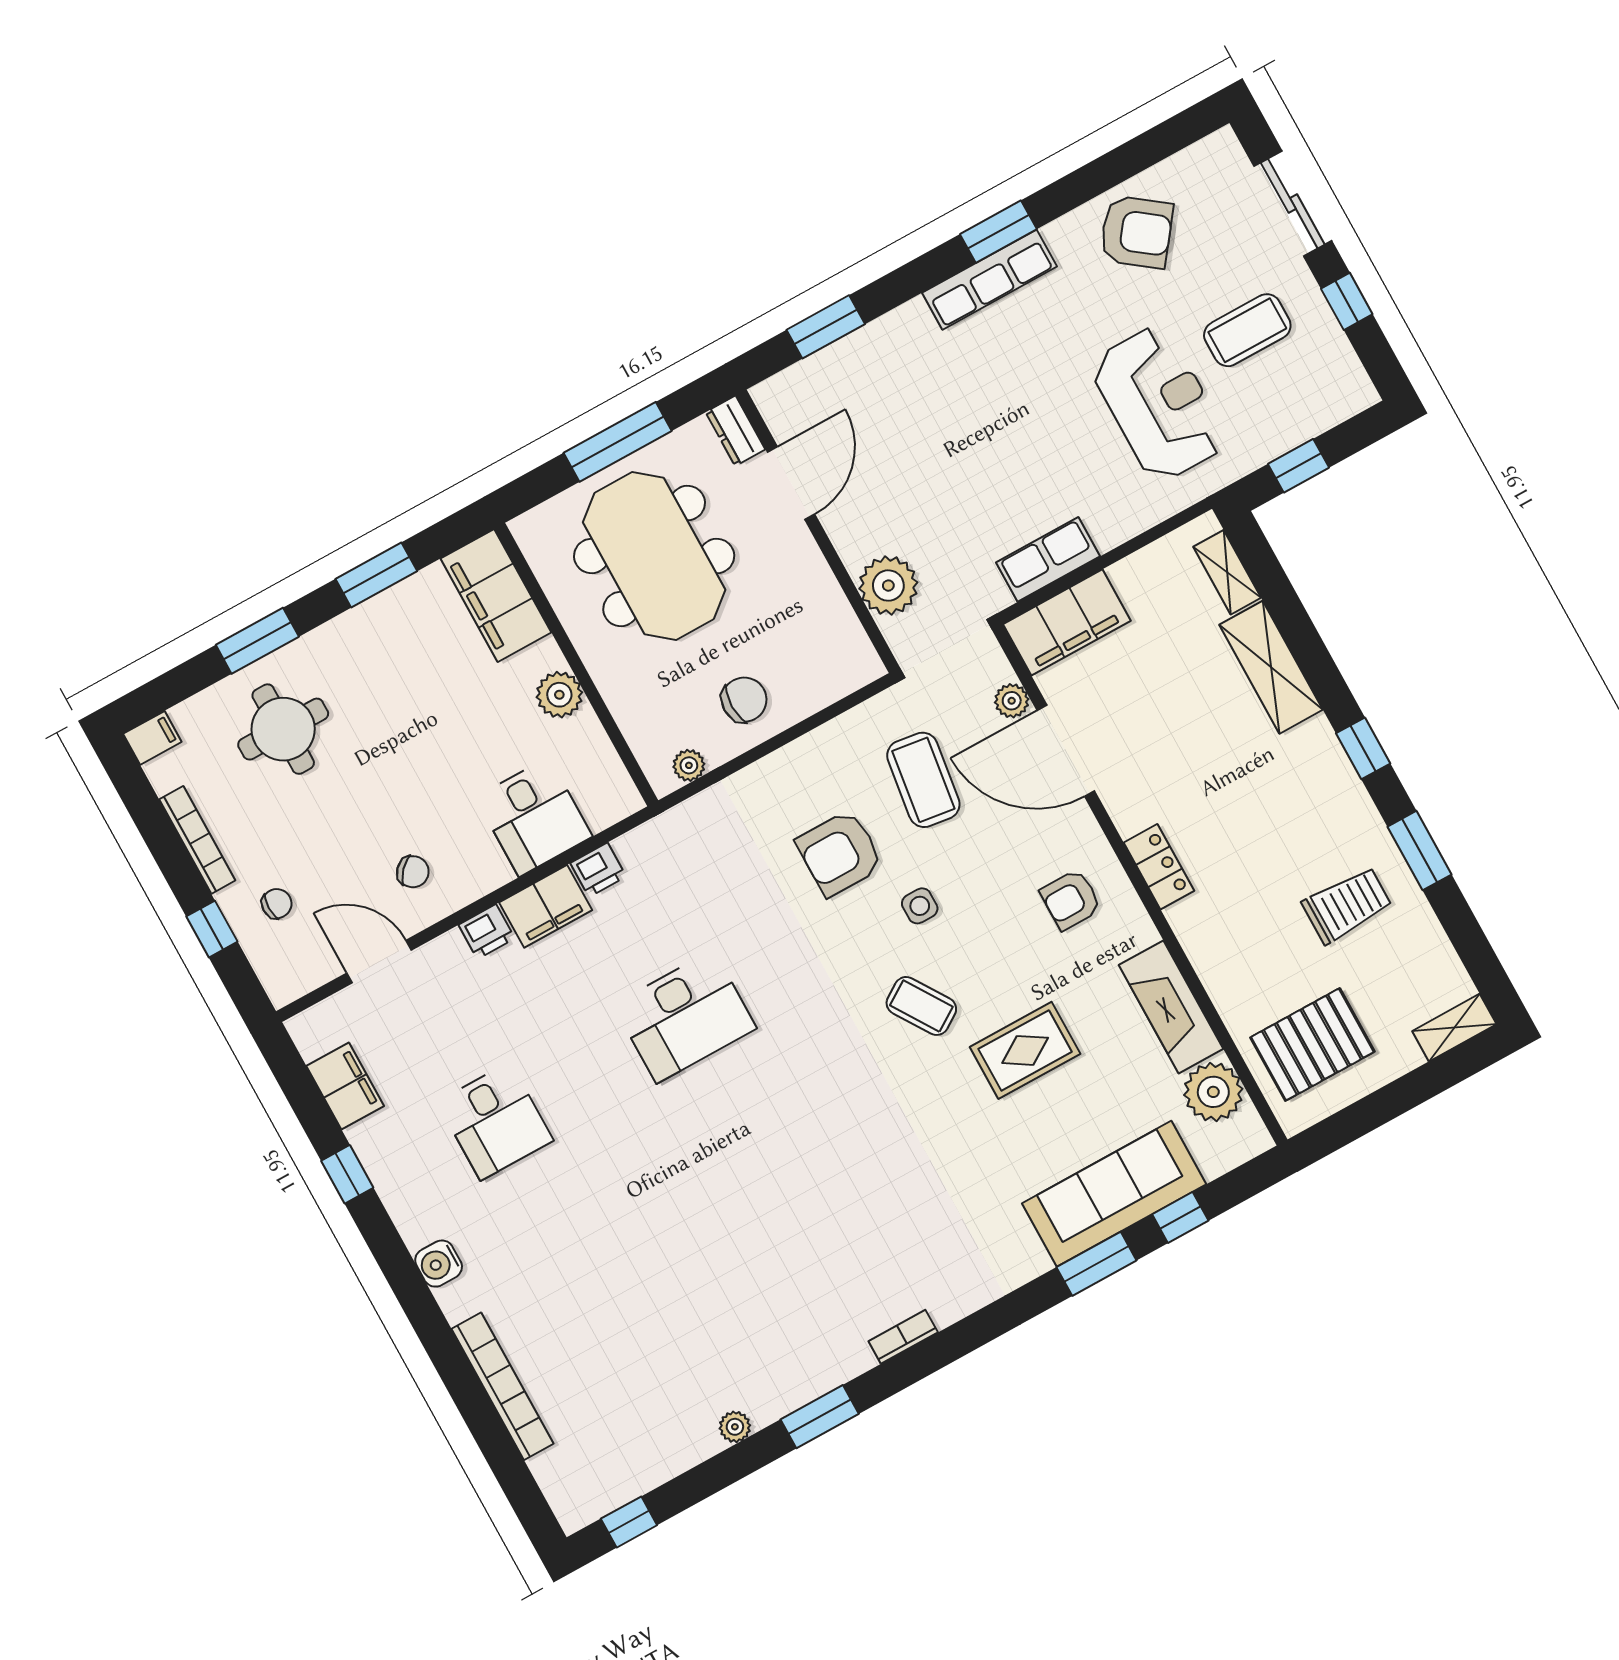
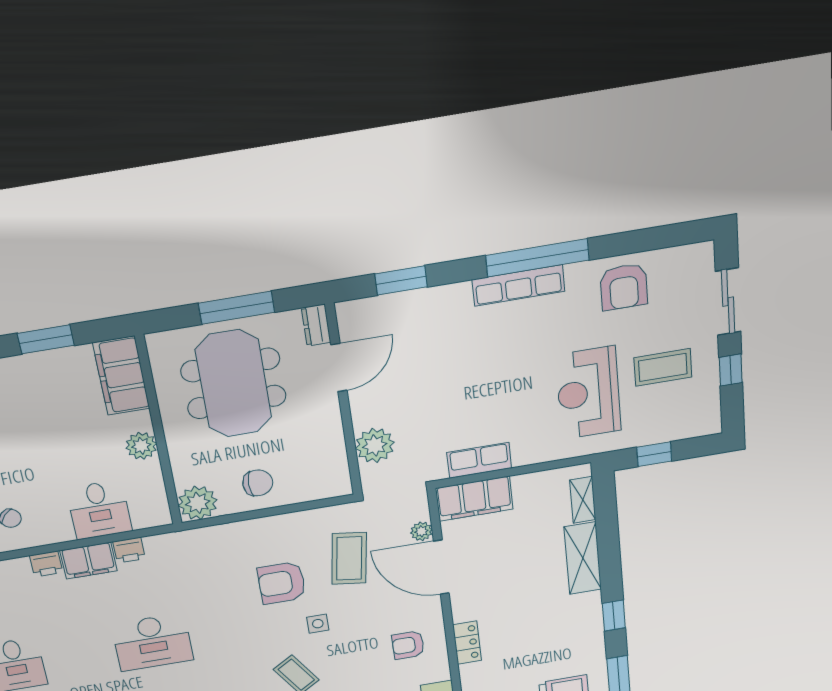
window: (998, 232) -> (537, 258), width x2.11
armchair: (1136, 232) -> (624, 287), turned 53
reception desk: (1159, 404) -> (588, 393), turned 180
plant: (689, 765) -> (198, 503), width x1.88, depth x1.88

